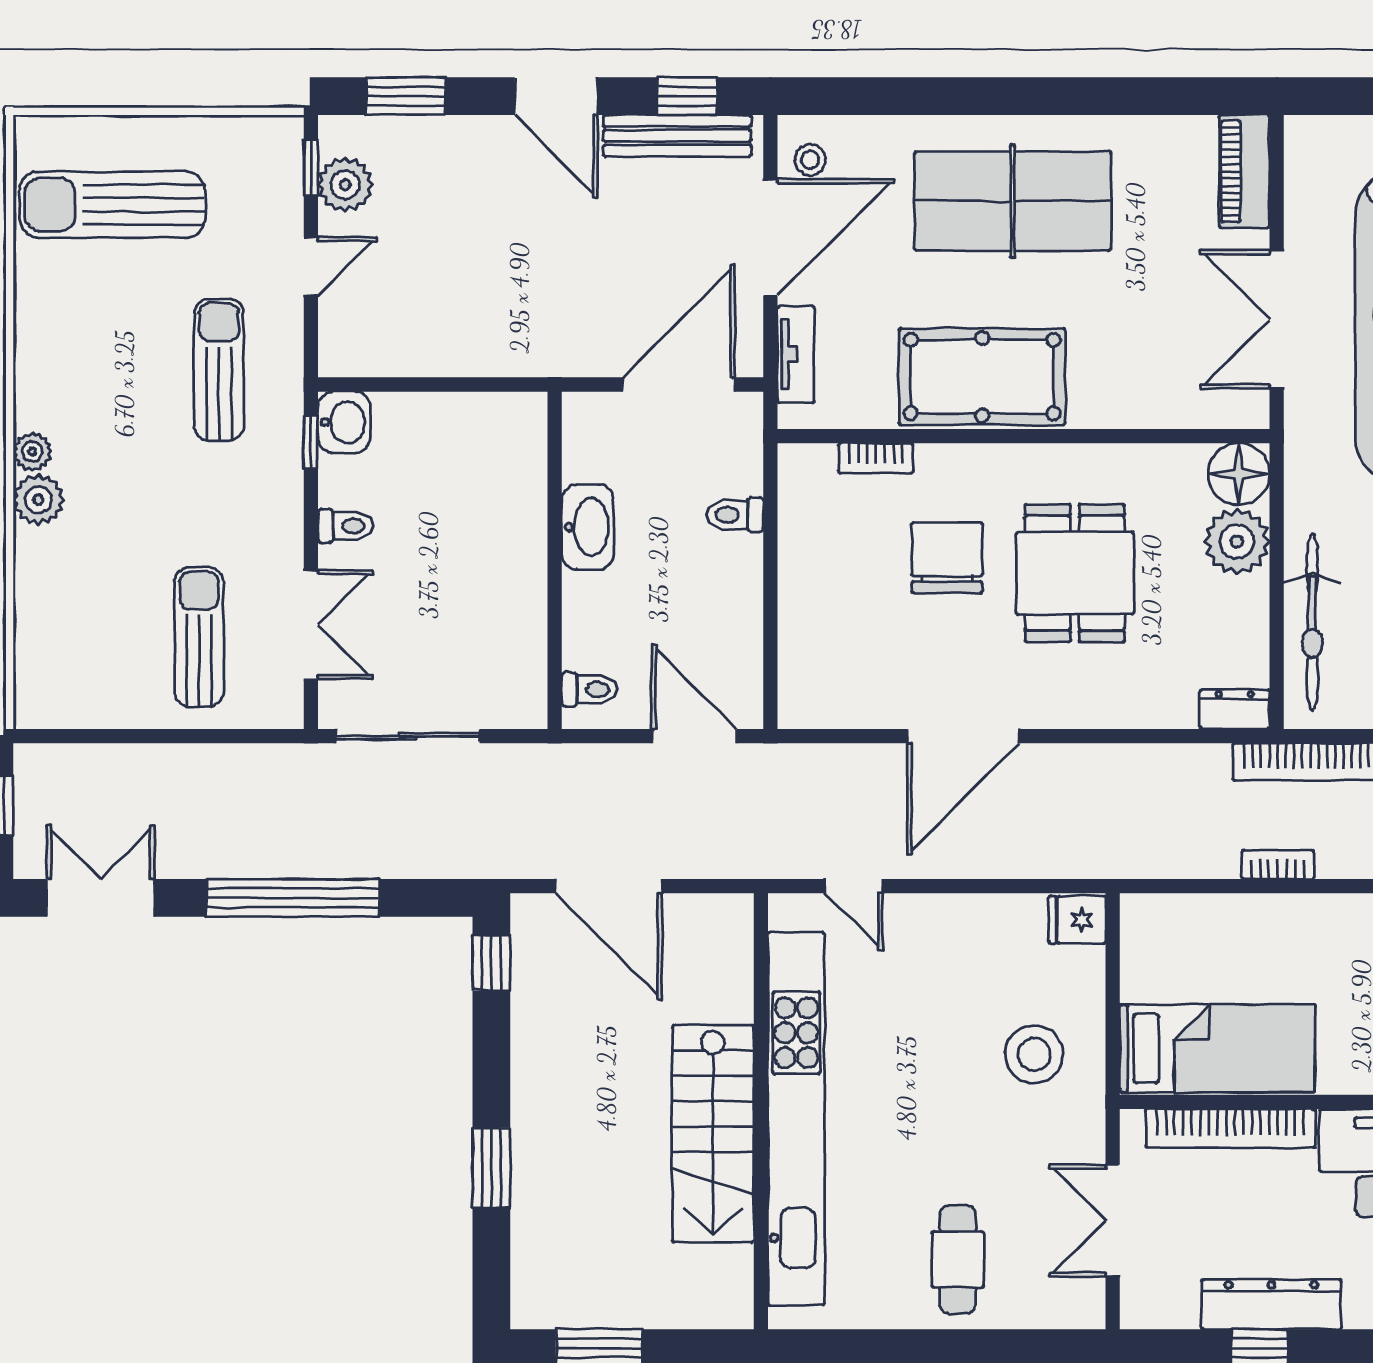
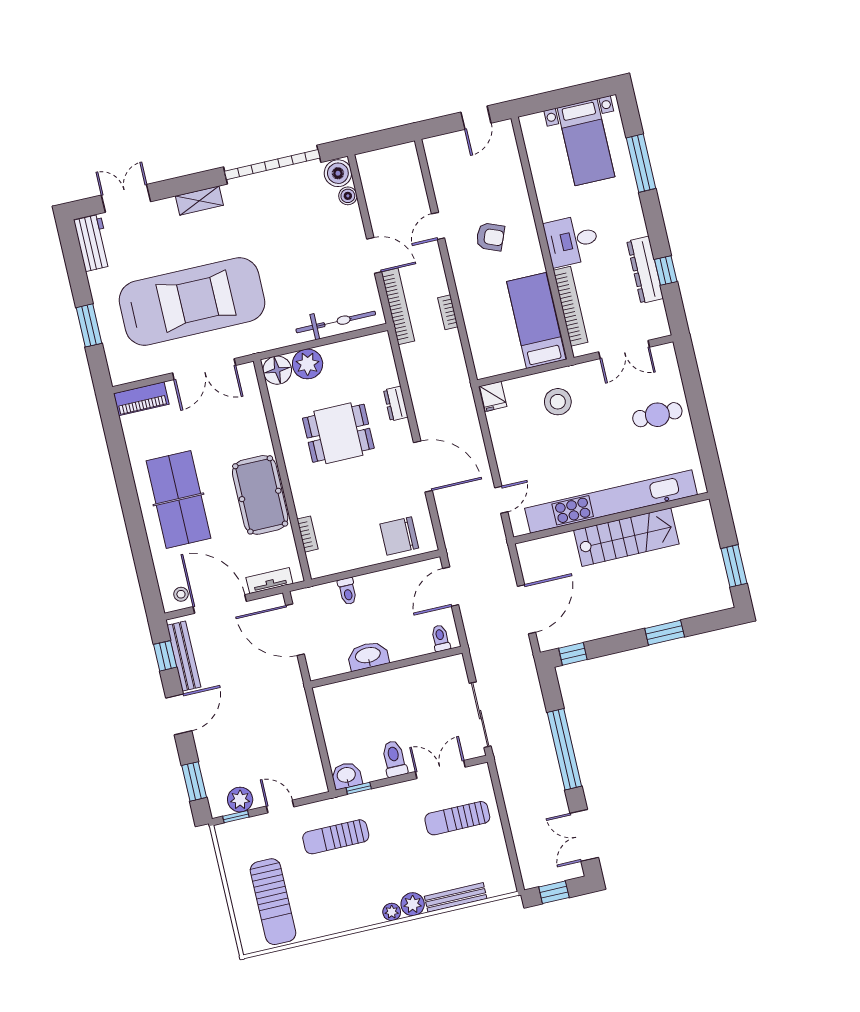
toilet: (345, 526) -> (394, 759), width x1.37, depth x1.39
chair: (947, 558) -> (399, 536), moved
bench: (32, 594) -> (456, 897), added
dresser: (1235, 709) -> (396, 404), moved

